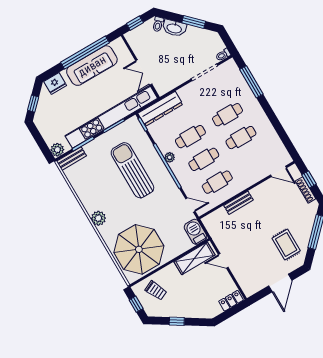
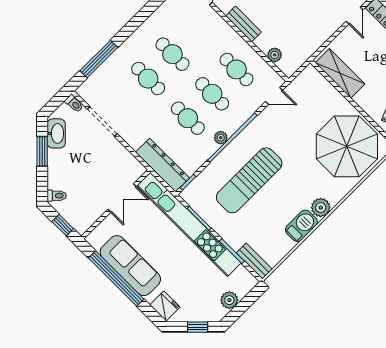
washbasin: (174, 28) -> (56, 133), moved
plant: (57, 150) -> (229, 300), moved
bench: (238, 203) -> (244, 24), moved
door: (190, 205) -> (274, 96), swing flipped
plant: (221, 213) -> (275, 55), added
barbecue: (196, 232) -> (301, 226), moved, turned 180
door: (223, 261) -> (355, 16), moved

